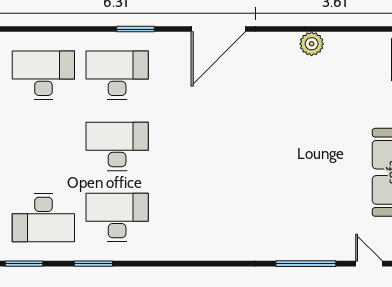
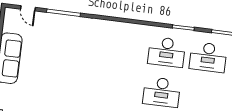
desk: (43, 217) -> (208, 57), turned 180

